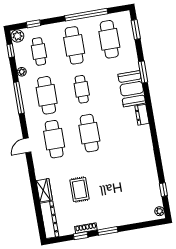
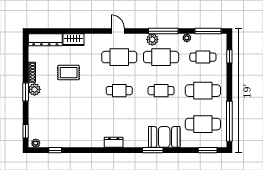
window: (86, 15) -> (229, 121), moved
plant: (17, 36) -> (152, 40), moved
window: (11, 51) -> (208, 31), width x2.17
window: (143, 72) -> (153, 150), moved
booth: (132, 89) -> (164, 137), moved
dresser: (142, 115) -> (114, 142), moved
cafe table: (89, 133) -> (119, 91), width x0.73, depth x0.74
plant: (103, 222) -> (34, 89), added
window: (81, 236) -> (26, 131), moved

